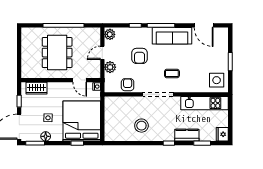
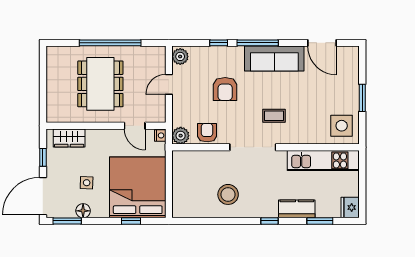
plant: (110, 67) -> (181, 136), moved

